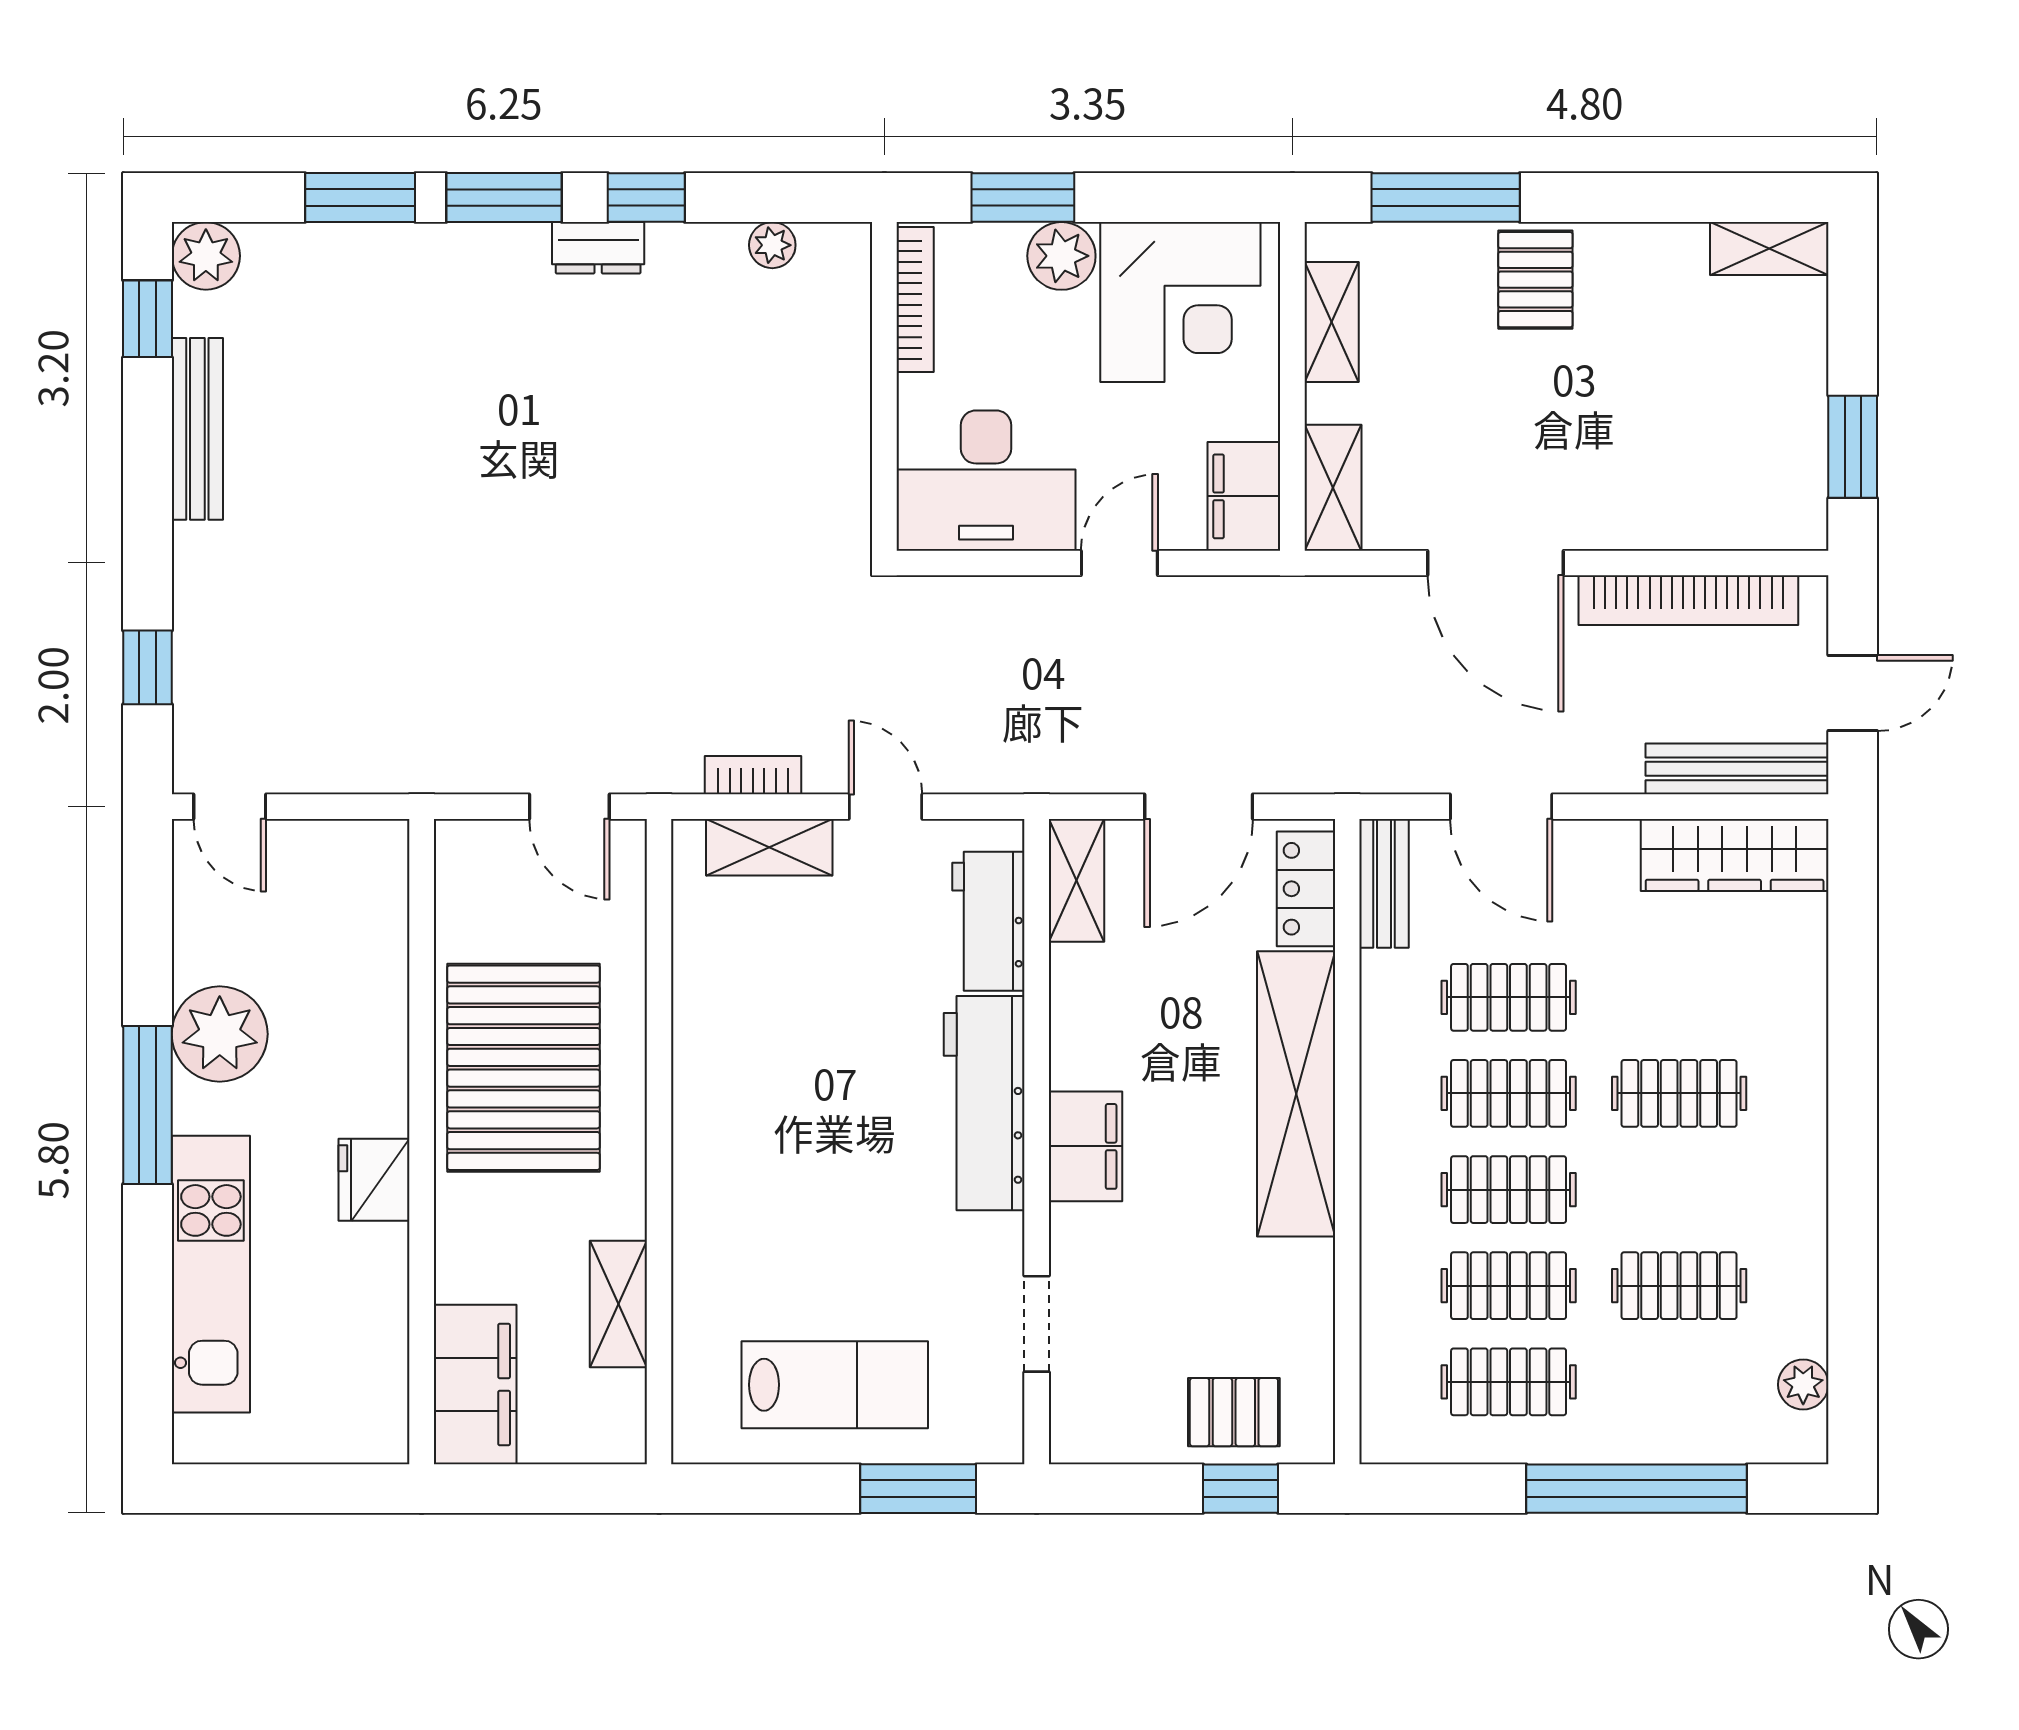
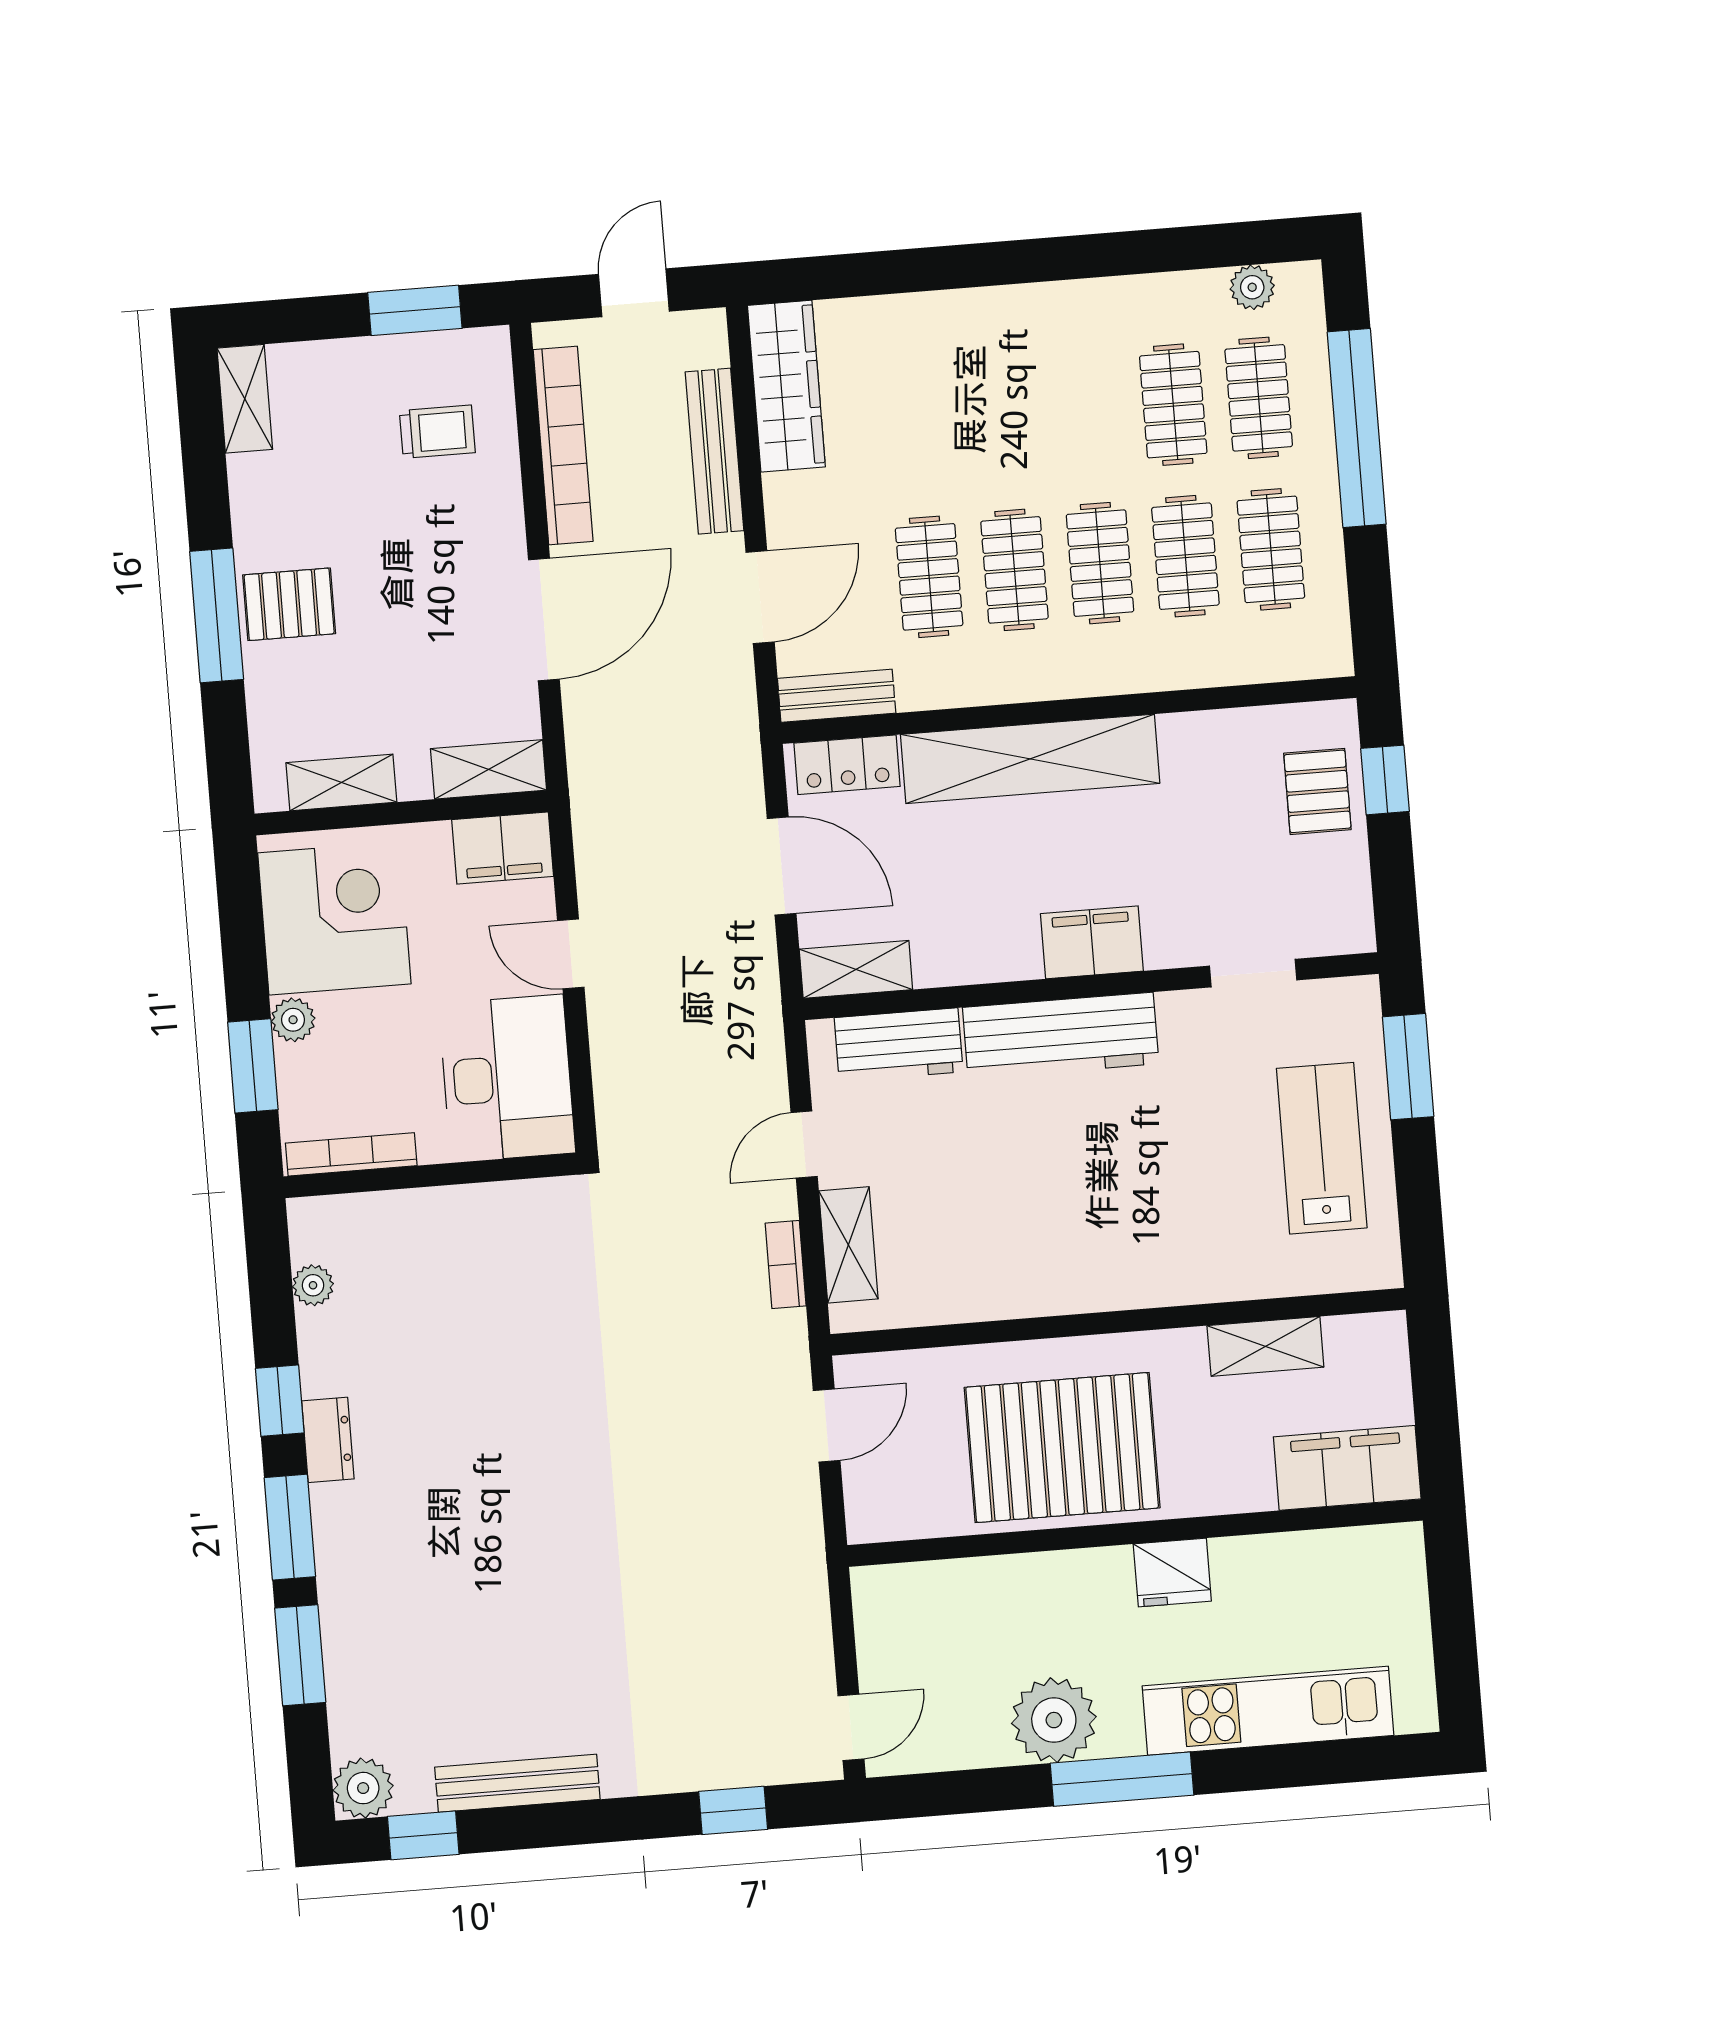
window: (1446, 198) -> (217, 615), moved
plant: (1061, 256) -> (293, 1020), width x0.73, depth x0.73
trolley: (1715, 461) -> (437, 432), added
door: (1853, 693) -> (634, 293), hinge flipped
bench: (1737, 769) -> (714, 451), moved
clothes rail: (1679, 1093) -> (1259, 398), moved

